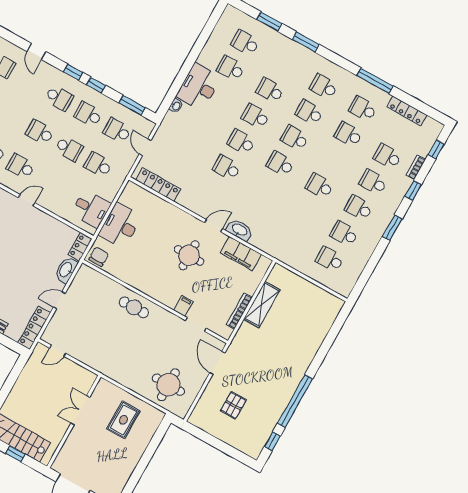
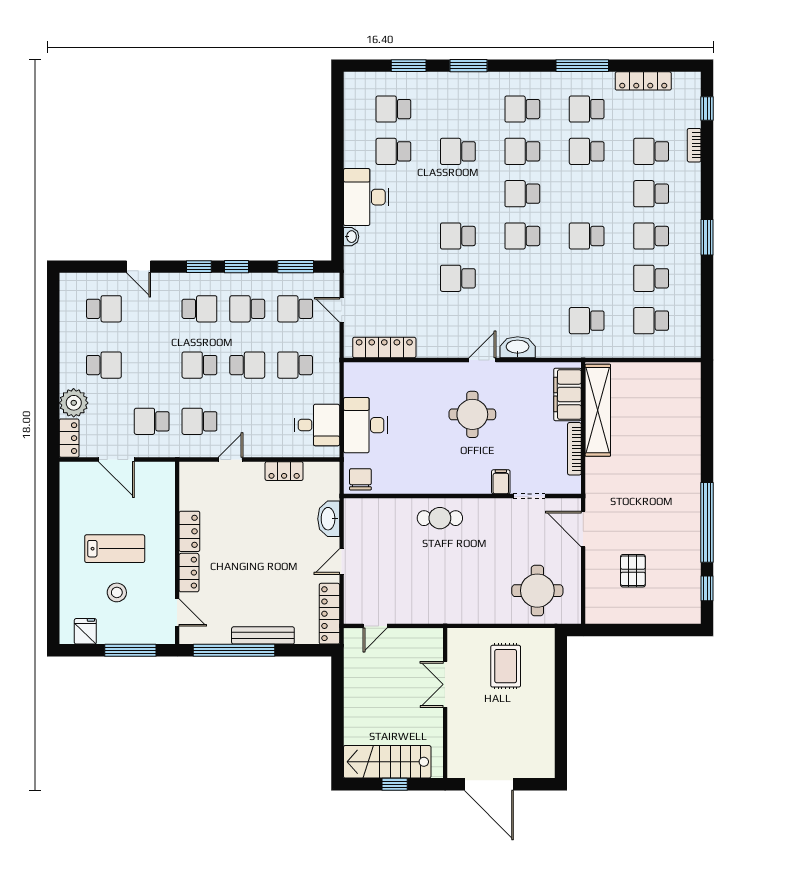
school desk: (256, 116) -> (587, 321), moved
window: (413, 190) -> (707, 176), removed
locker: (80, 247) -> (284, 471), moved, turned -90
filing cabinet: (241, 253) -> (567, 394), moved, turned 90
shelving: (262, 305) -> (598, 410), width x1.47

